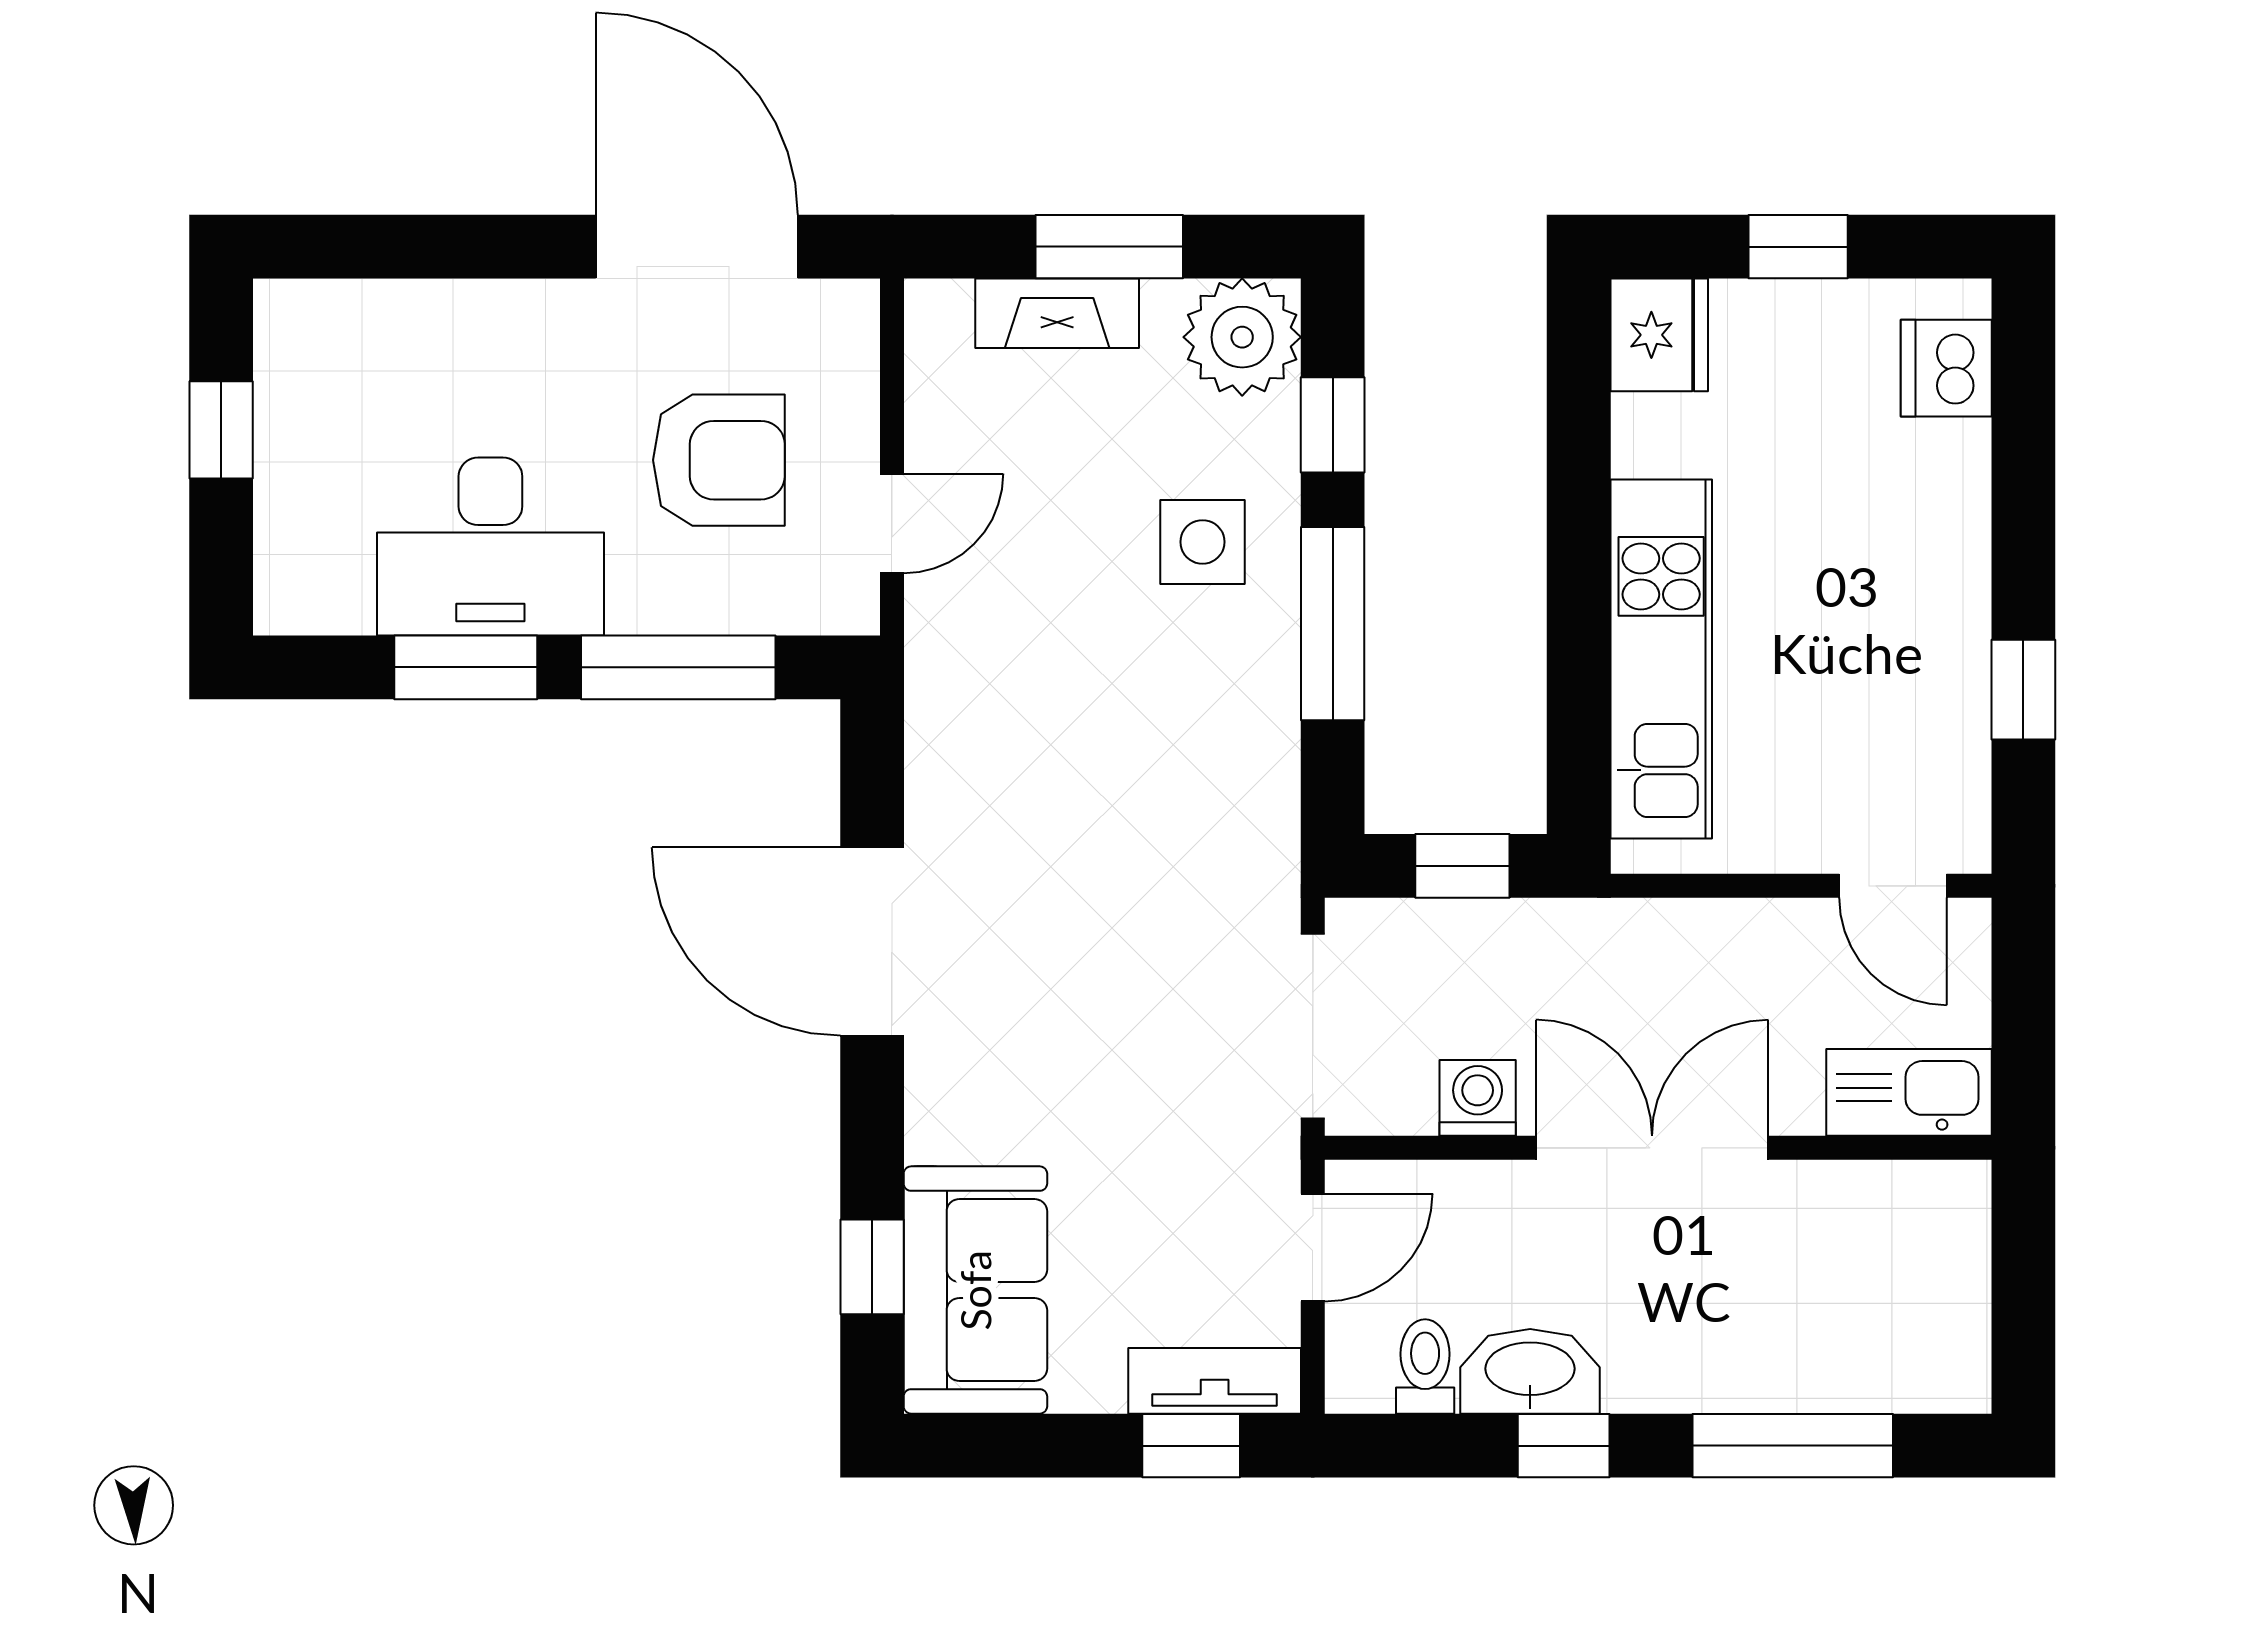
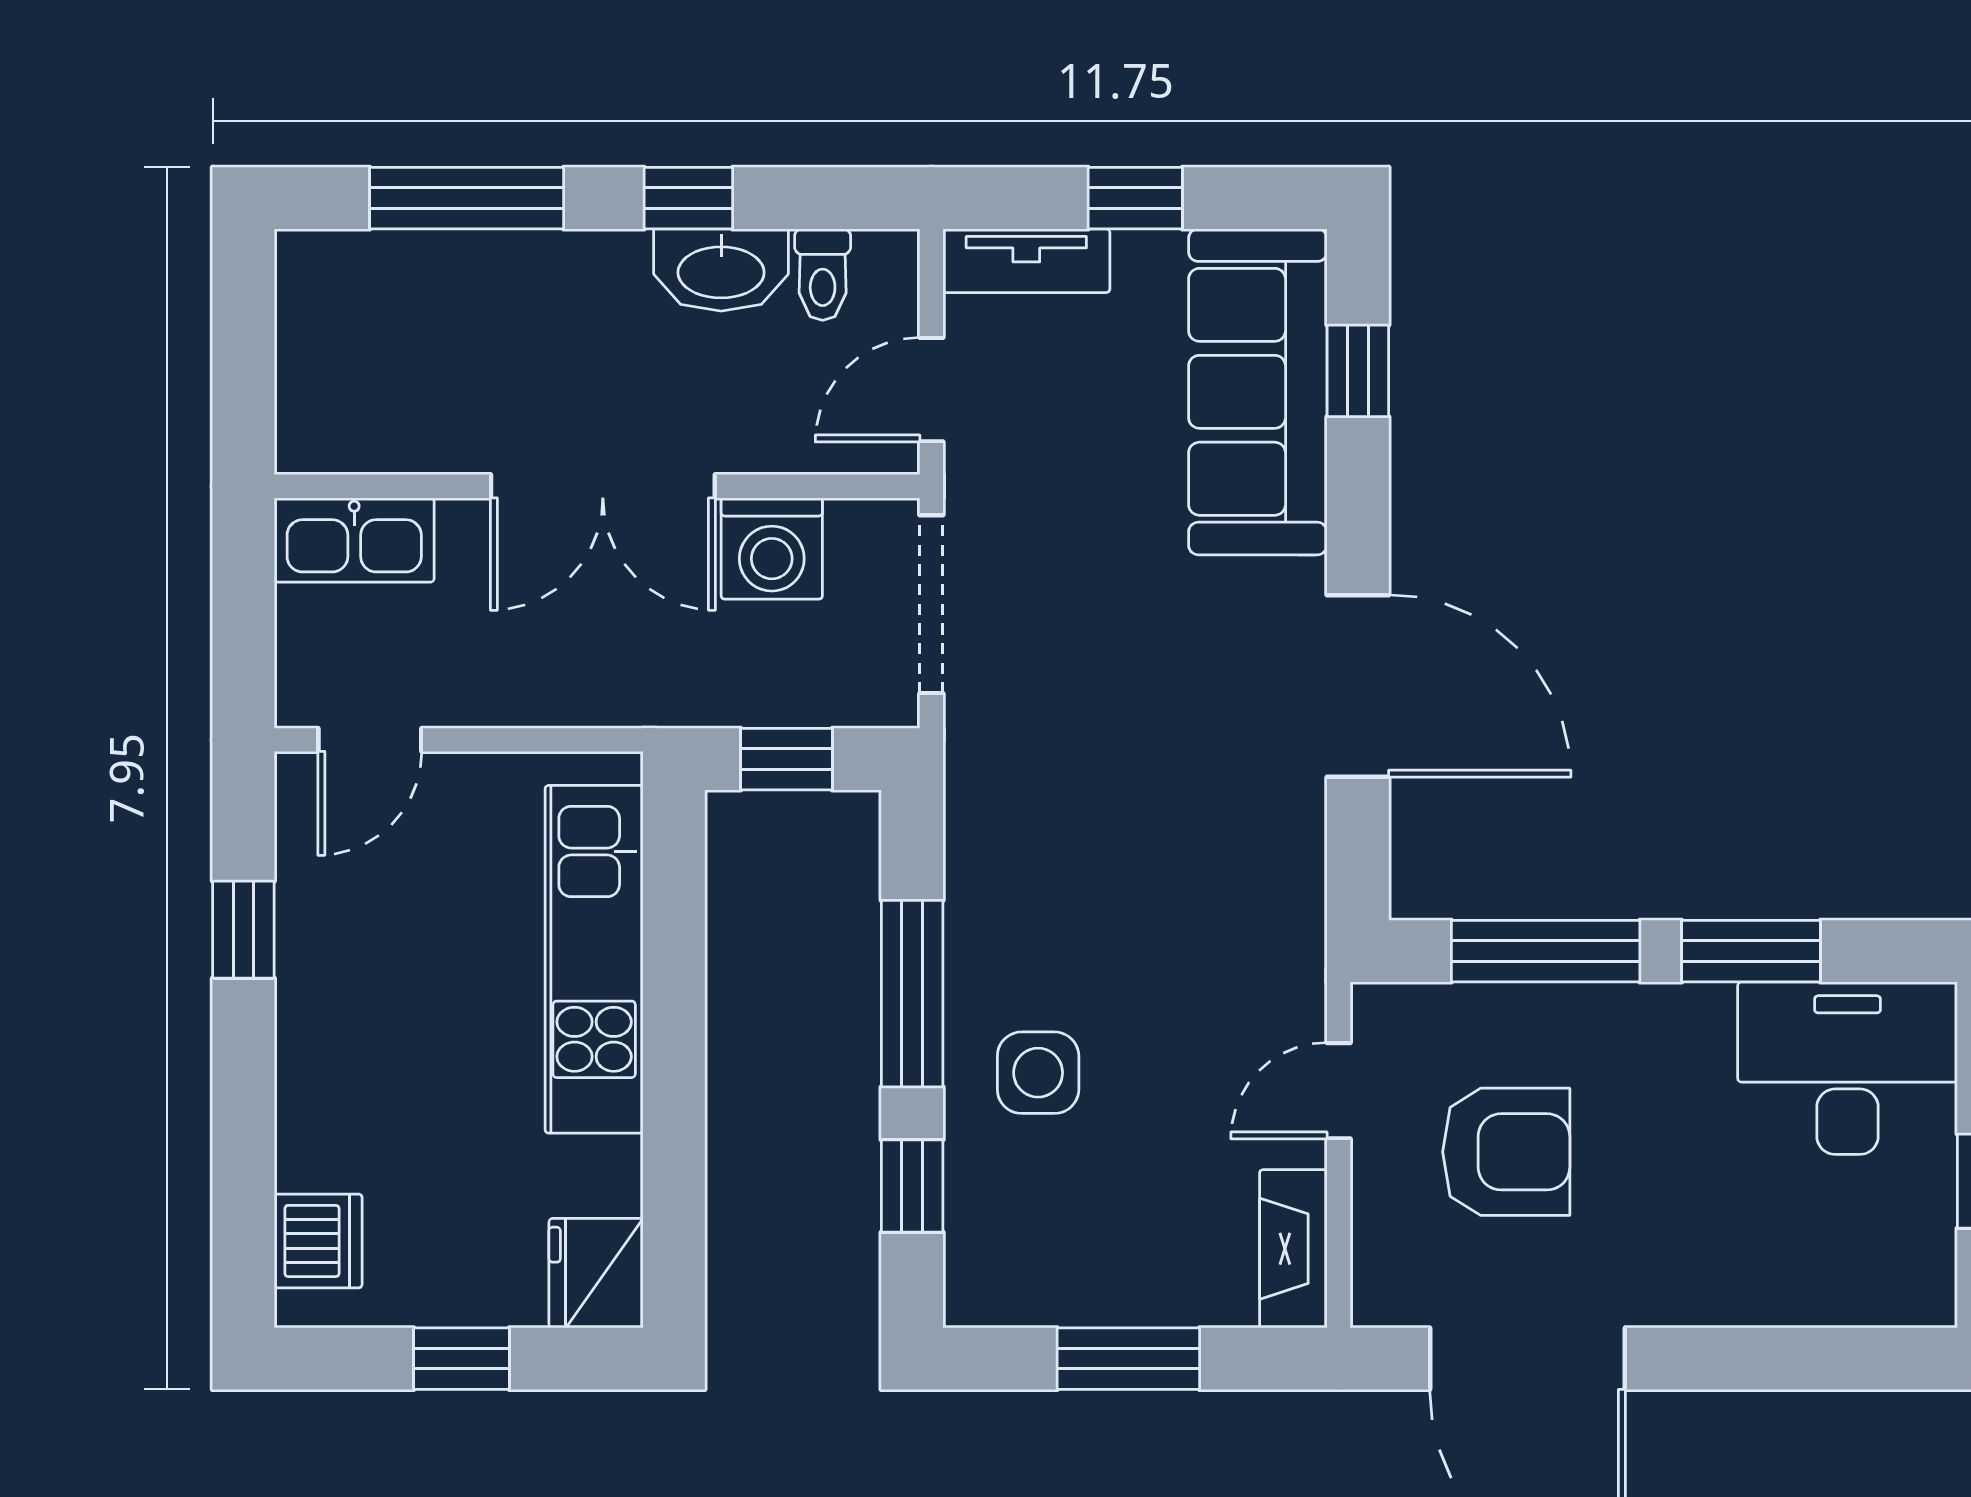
fireplace: (1057, 313) -> (1293, 1249), moved, turned -90
plant: (1242, 337) -> (1000, 1271), removed
armchair: (719, 460) -> (1506, 1152), turned 180
desk: (490, 547) -> (1848, 1068), moved
door: (1893, 886) -> (370, 740), swing flipped
washing machine: (1478, 1098) -> (772, 548), width x1.38, depth x1.38
sofa: (975, 1290) -> (1258, 392), width x1.36
window: (1191, 1446) -> (1135, 198), moved

